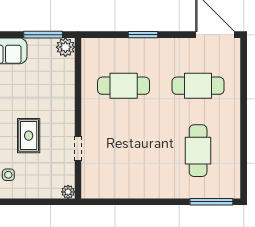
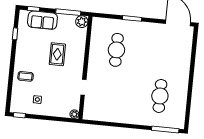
cafe table: (124, 86) -> (116, 50), turned 90
cafe table: (198, 86) -> (164, 55), removed
rug: (29, 136) -> (57, 54), moved

